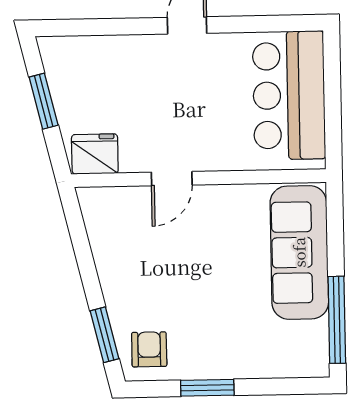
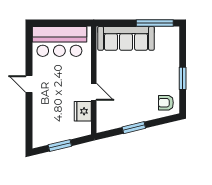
fridge: (95, 154) -> (83, 111), moved
window: (105, 335) -> (134, 128), moved

